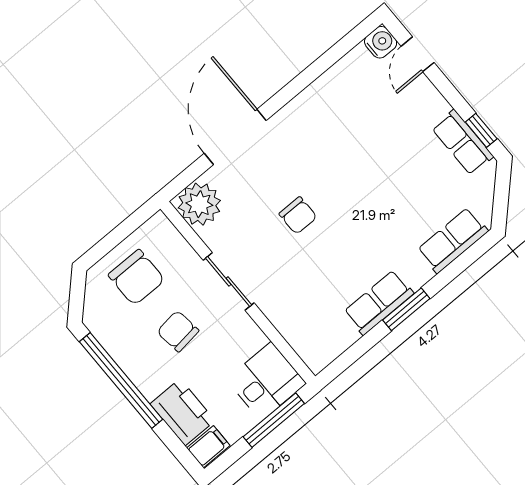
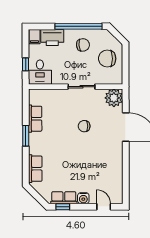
water cooler: (381, 42) -> (83, 198), moved
row of seats: (379, 303) -> (35, 119), moved
chair: (178, 331) -> (83, 45), moved
window: (274, 420) -> (26, 64), width x0.46

